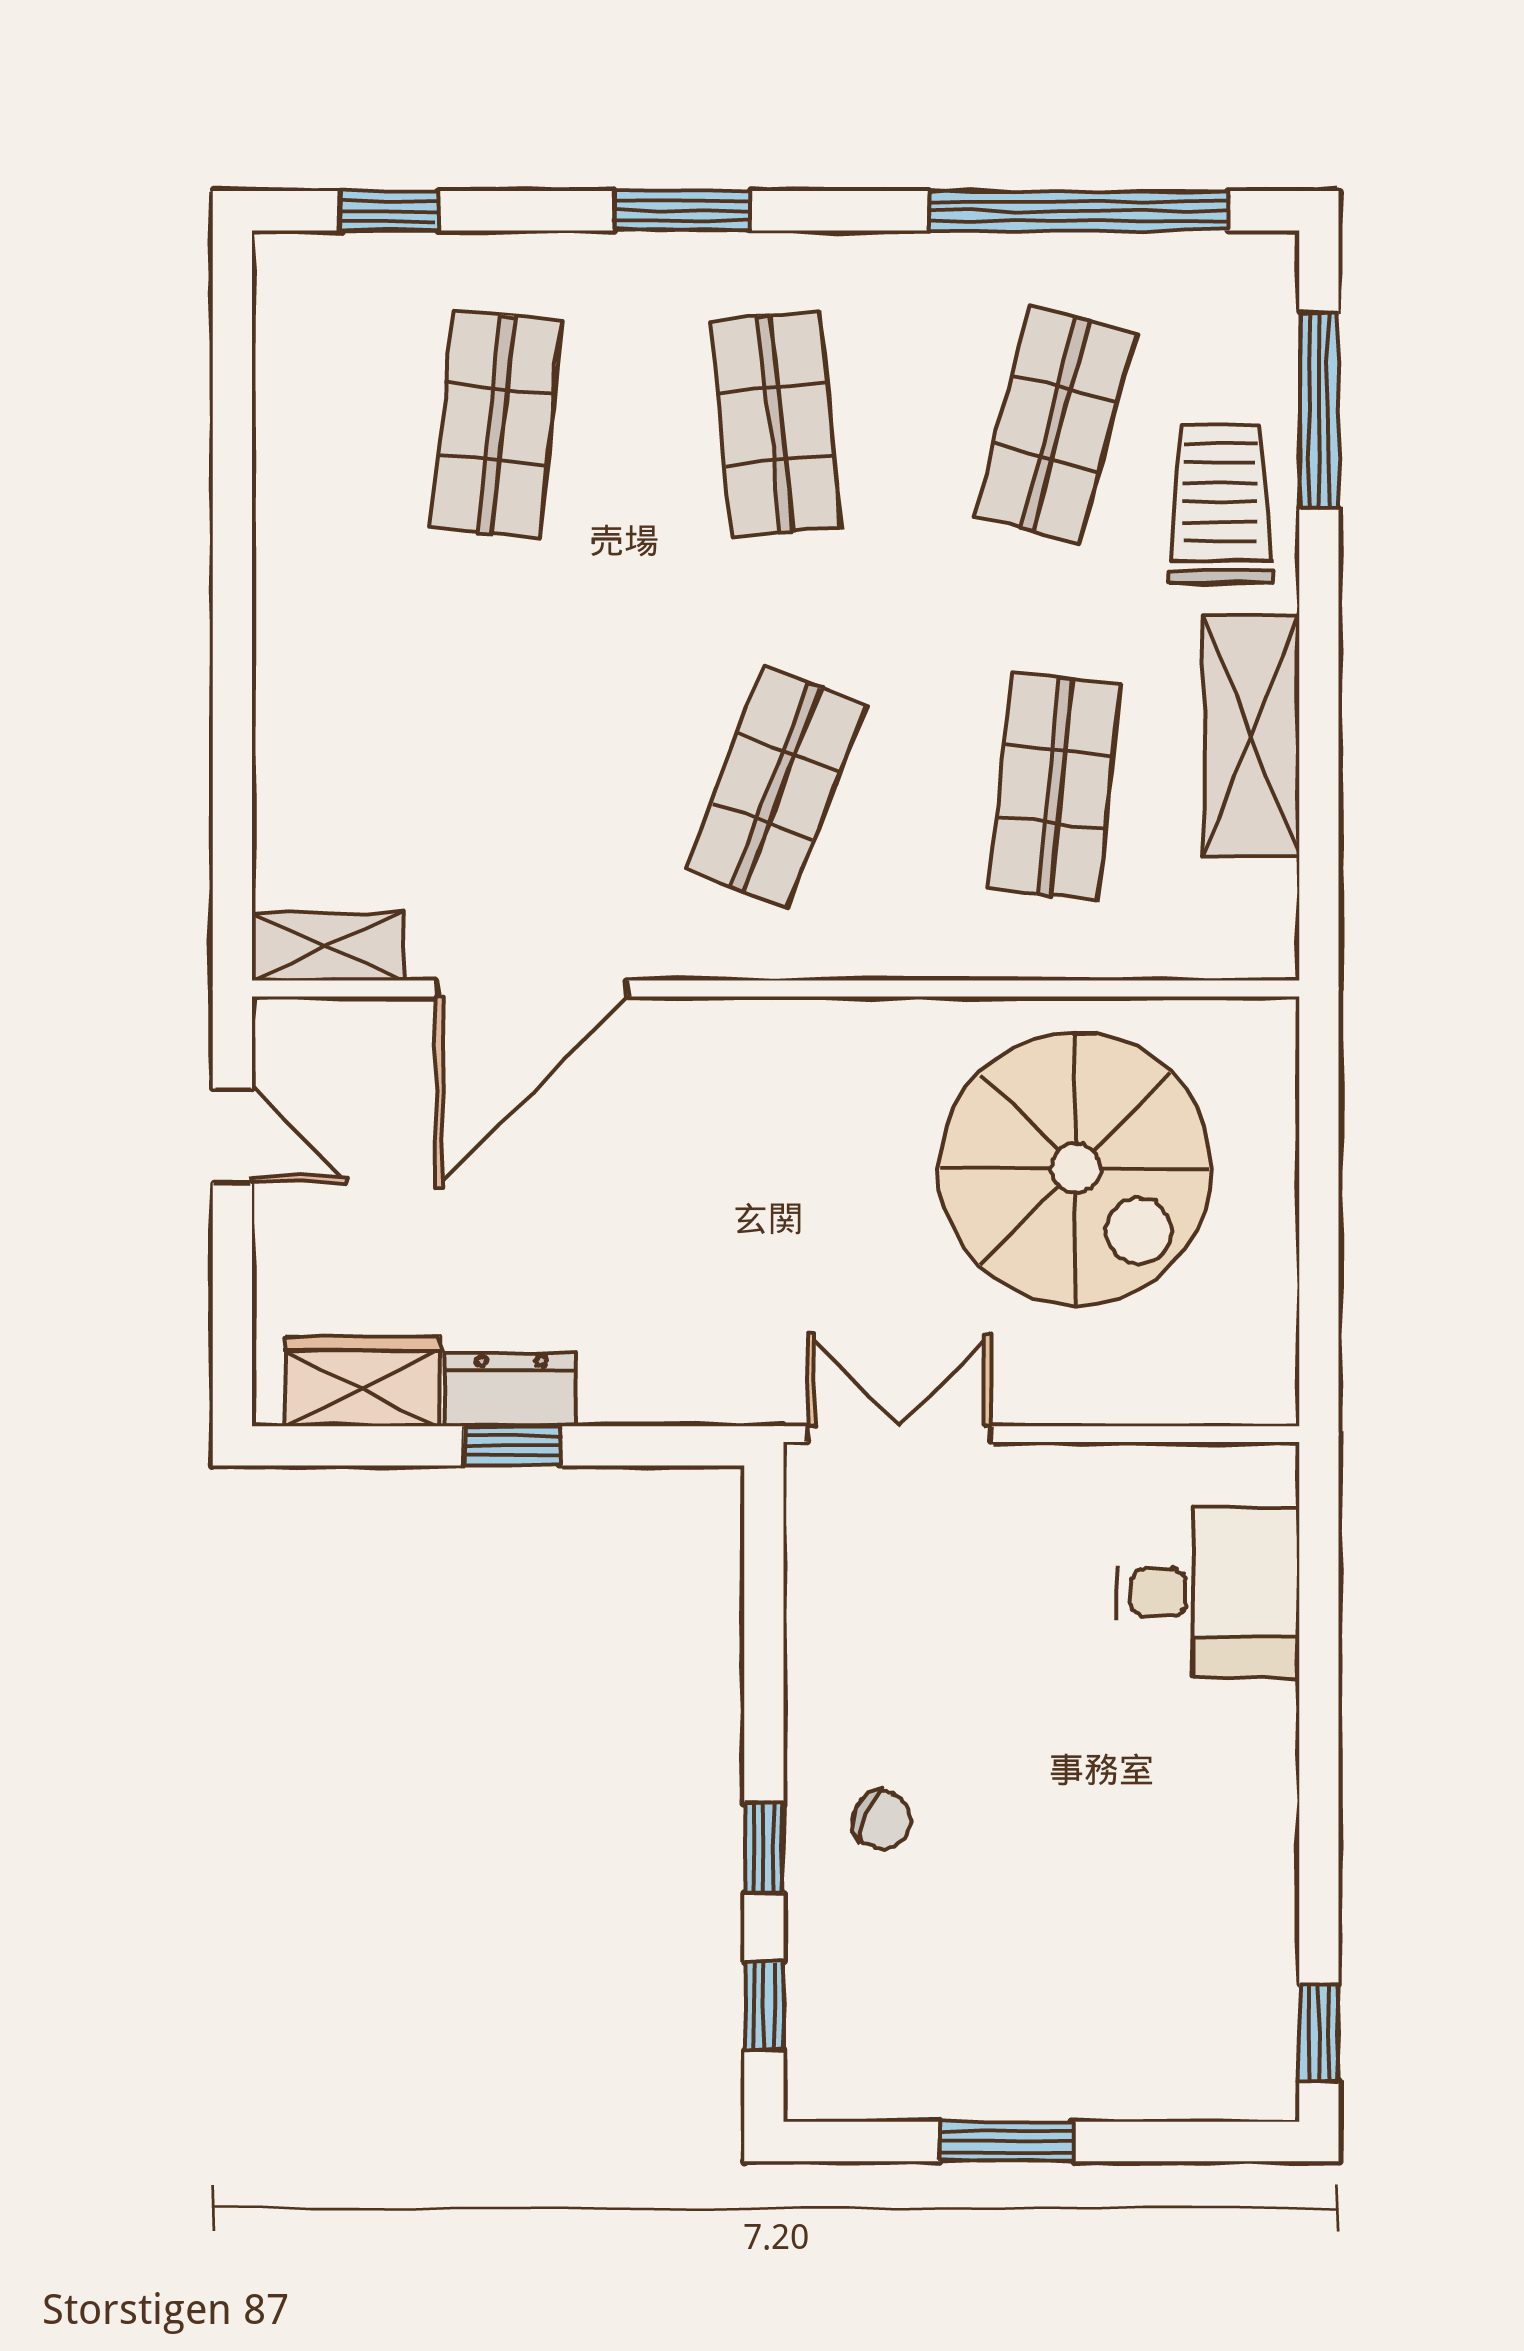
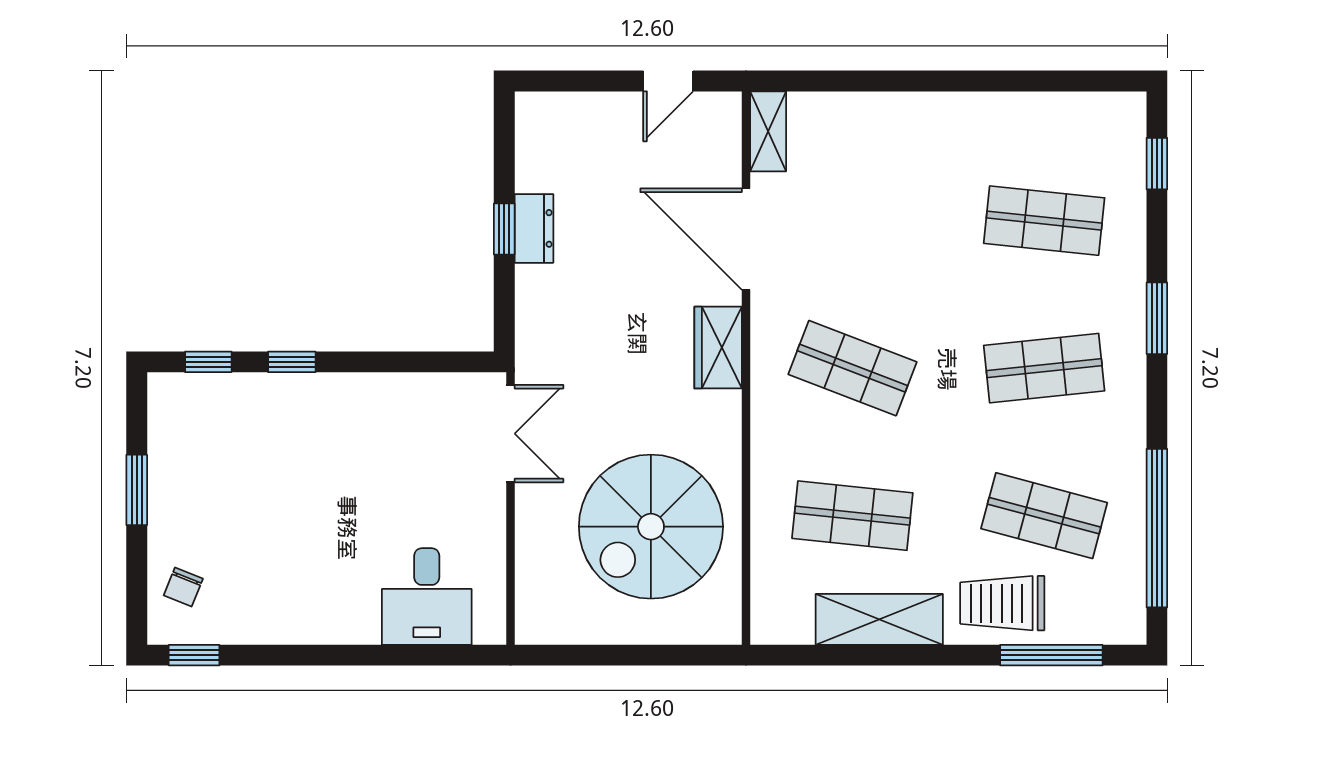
trolley: (1220, 503) -> (1002, 603), turned 180
wardrobe: (363, 1381) -> (718, 348), moved, turned 180
chair: (882, 1820) -> (183, 587), moved

